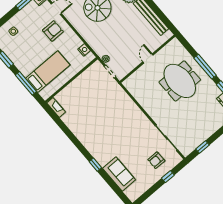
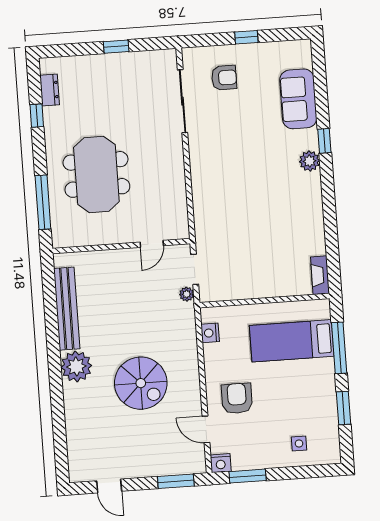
armchair: (53, 31) -> (237, 398), turned 90
door: (148, 58) -> (152, 244), moved
window: (205, 67) -> (43, 202), moved
window: (202, 147) -> (116, 47), moved
plant: (95, 152) -> (310, 161), added
window: (168, 177) -> (246, 37), moved

